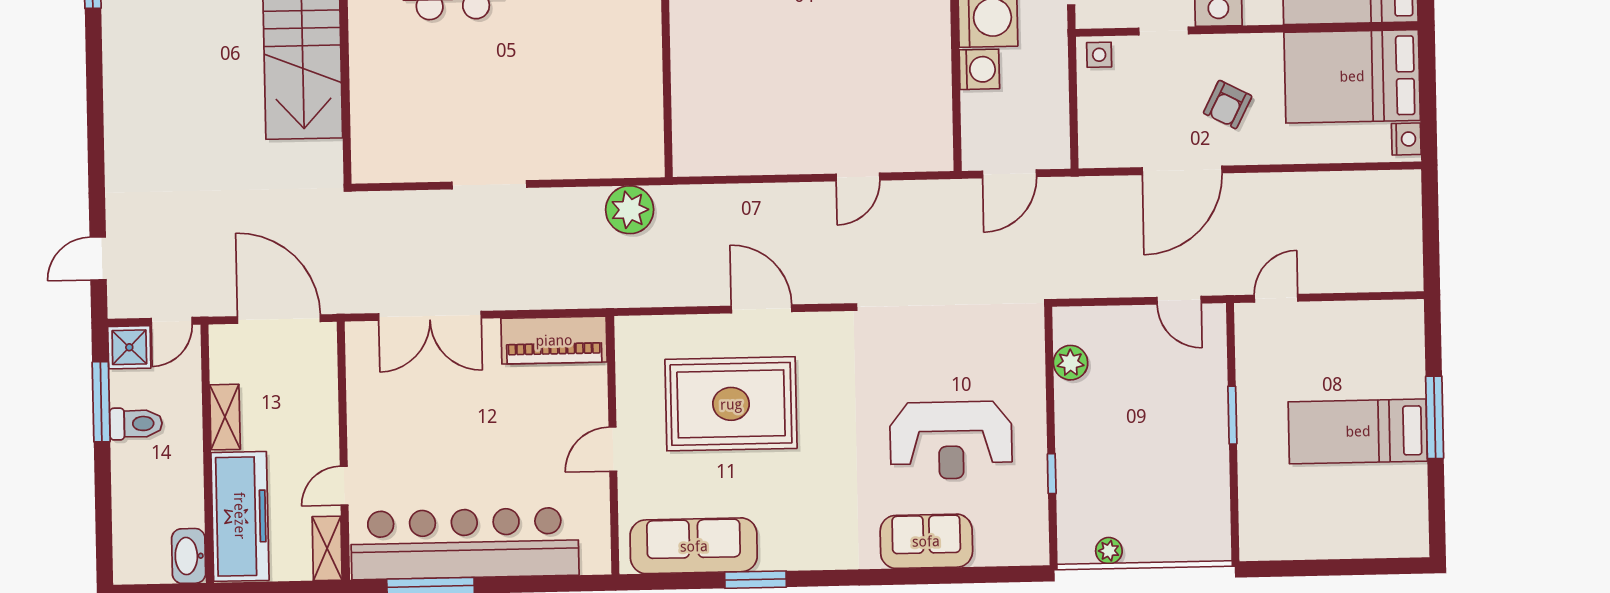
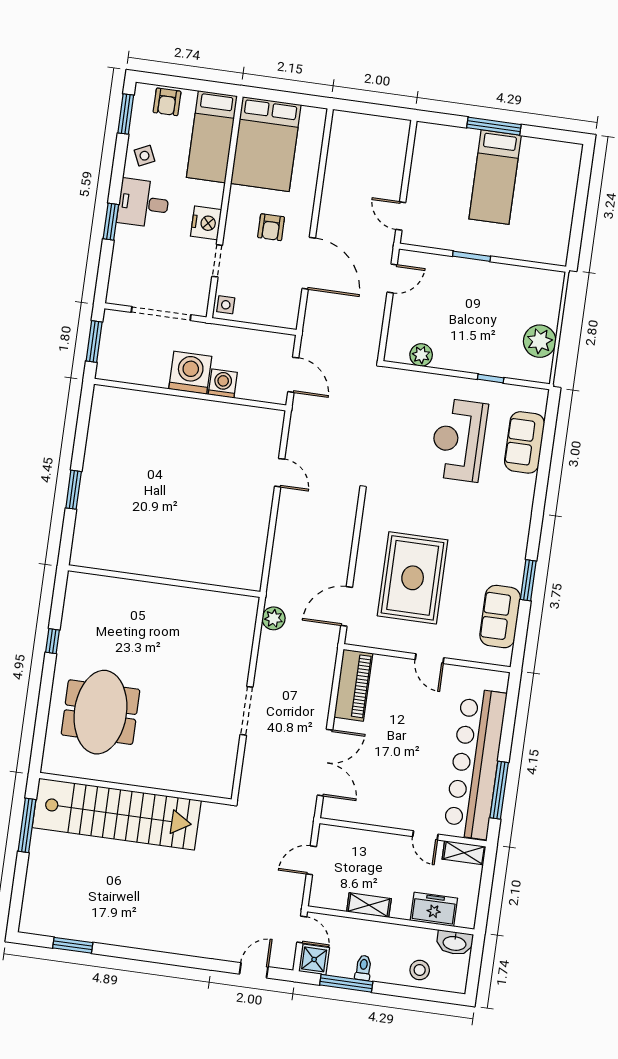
armchair: (1228, 105) -> (271, 227), turned 63
nightstand: (1406, 139) -> (312, 116), removed
plant: (630, 210) -> (274, 618), width x0.73, depth x0.73
door: (98, 258) -> (254, 970), swing flipped
door: (762, 309) -> (347, 606), moved
door: (279, 319) -> (311, 860), width x0.53
toilet: (136, 424) -> (363, 968), width x0.73, depth x0.72
reception desk: (951, 440) -> (459, 440), turned 180
stool: (139, 510) -> (420, 970), added
freezer: (240, 516) -> (434, 909), width x0.52, depth x0.79
sofa: (926, 541) -> (525, 442), moved
sofa: (694, 546) -> (500, 617), width x0.73
plant: (1109, 551) -> (540, 341), width x1.87, depth x1.87

